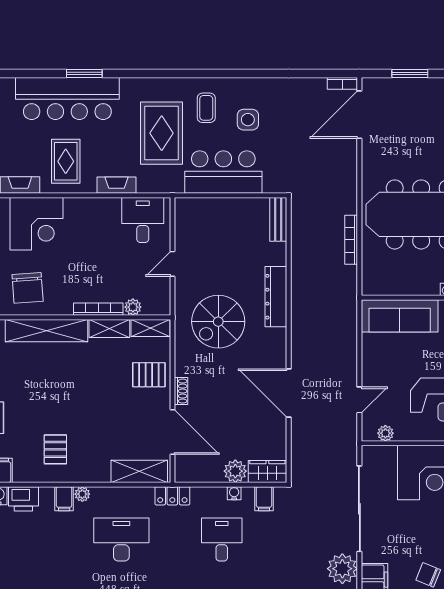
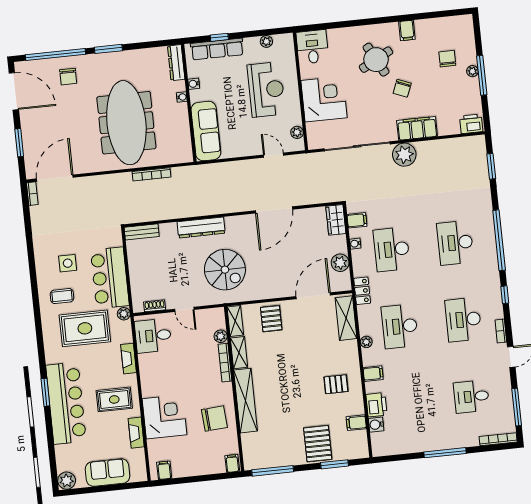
door: (359, 115) -> (55, 178), swing flipped
plant: (175, 185) -> (124, 314), added
shoe rack: (181, 391) -> (155, 306), moved
plant: (235, 471) -> (340, 263), moved
plant: (82, 494) -> (366, 342), moved
desk: (222, 539) -> (392, 249), width x1.37

